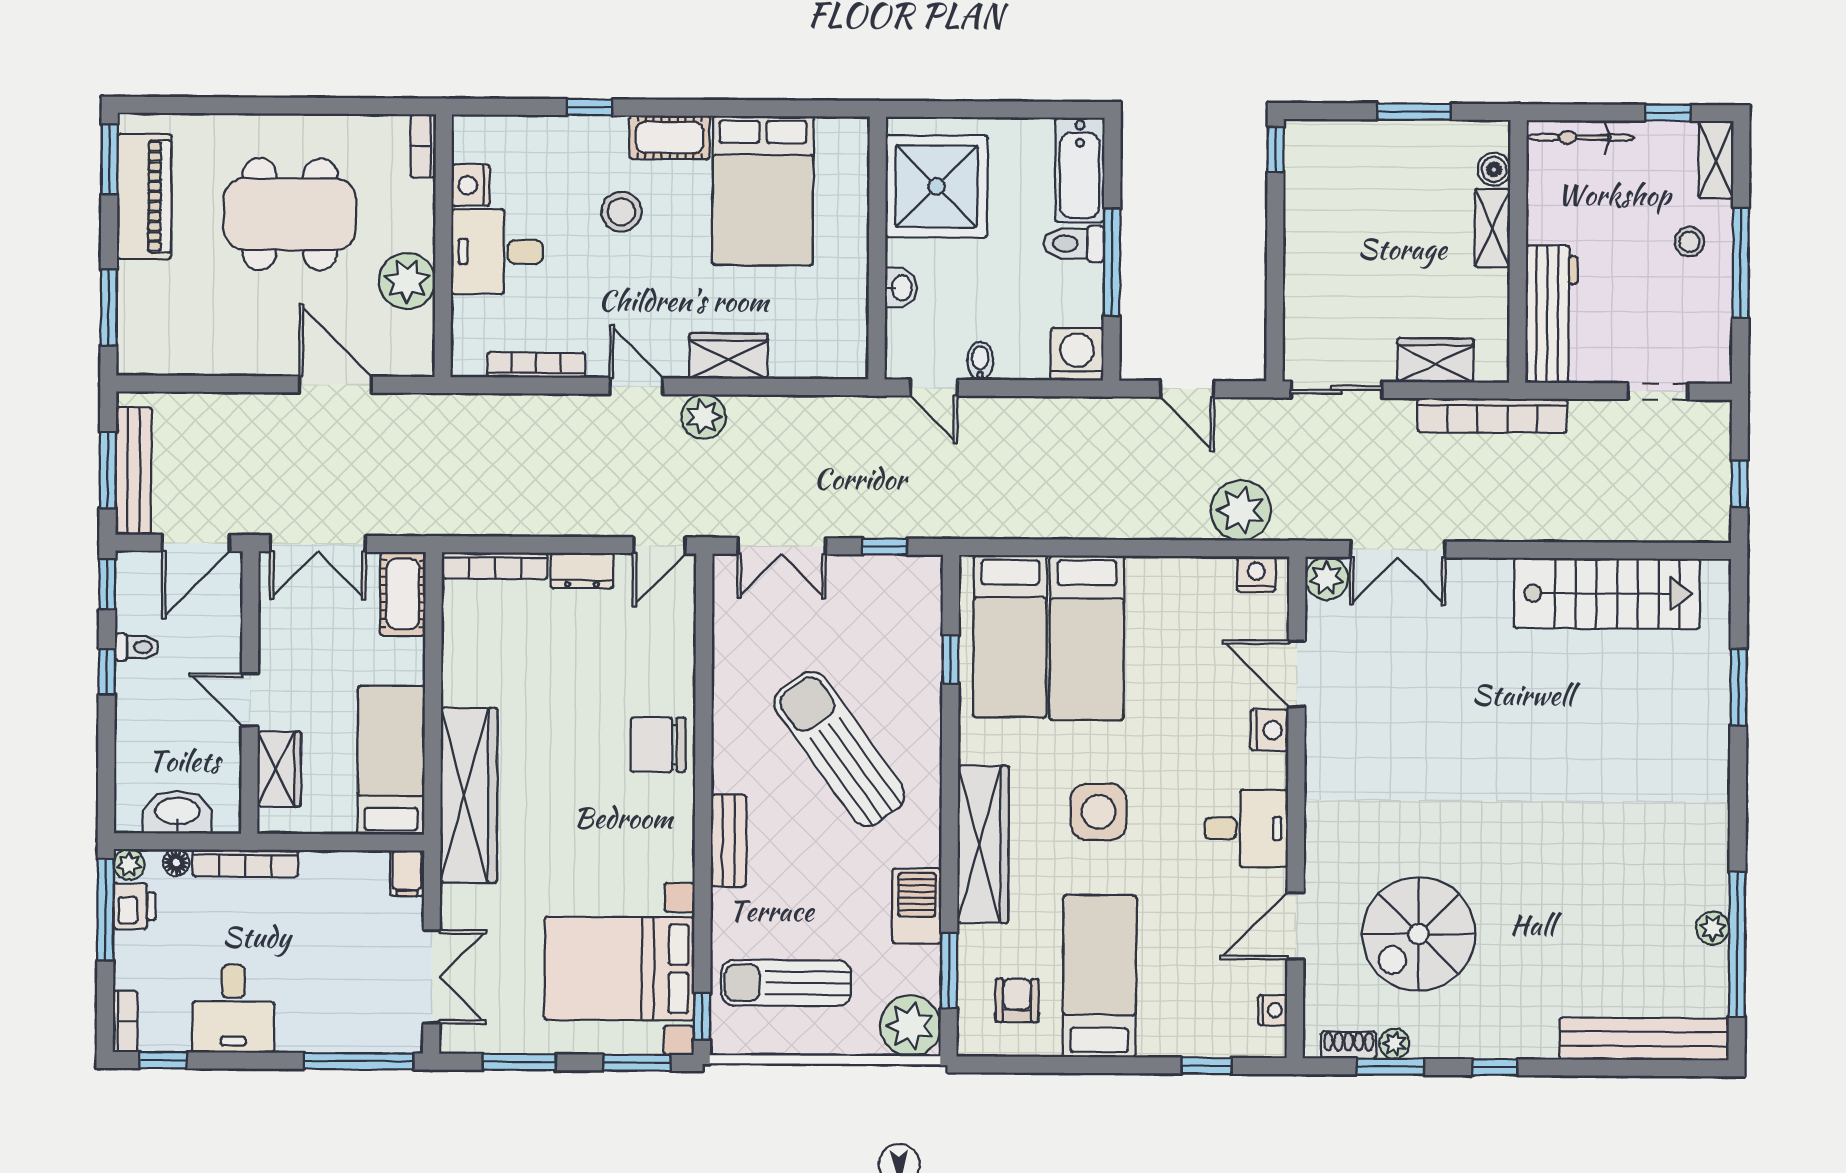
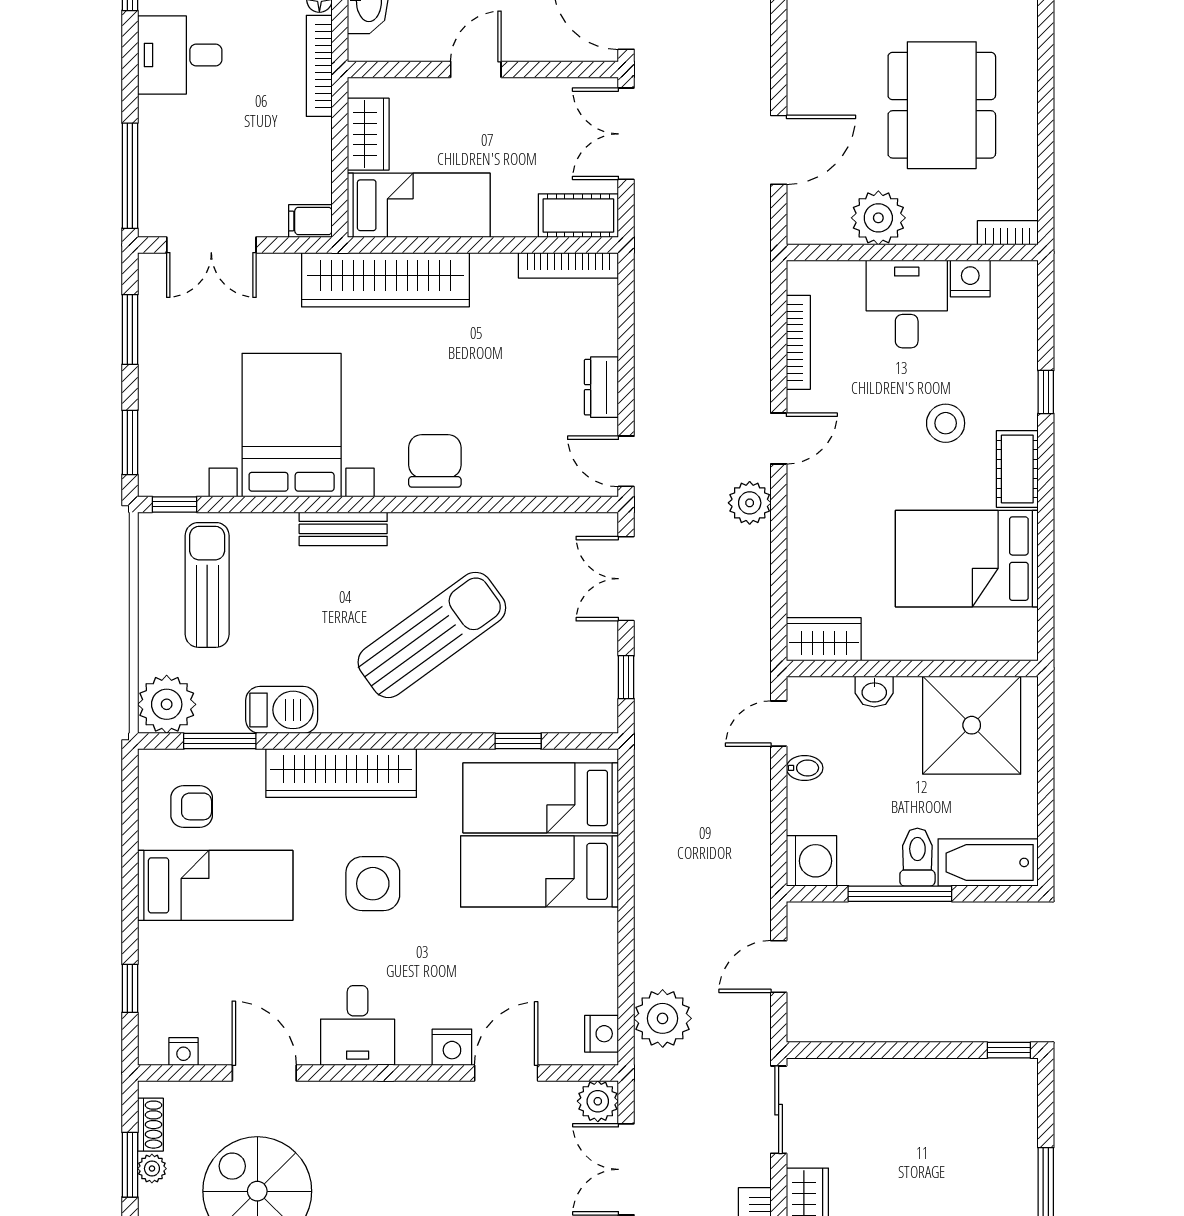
wardrobe: (728, 356) -> (824, 639), moved, turned -90
bookcase: (495, 566) -> (568, 265), moved, turned -90
wardrobe: (279, 769) -> (368, 134), moved, turned -90
bed with nightstands: (619, 969) -> (292, 425), moved

